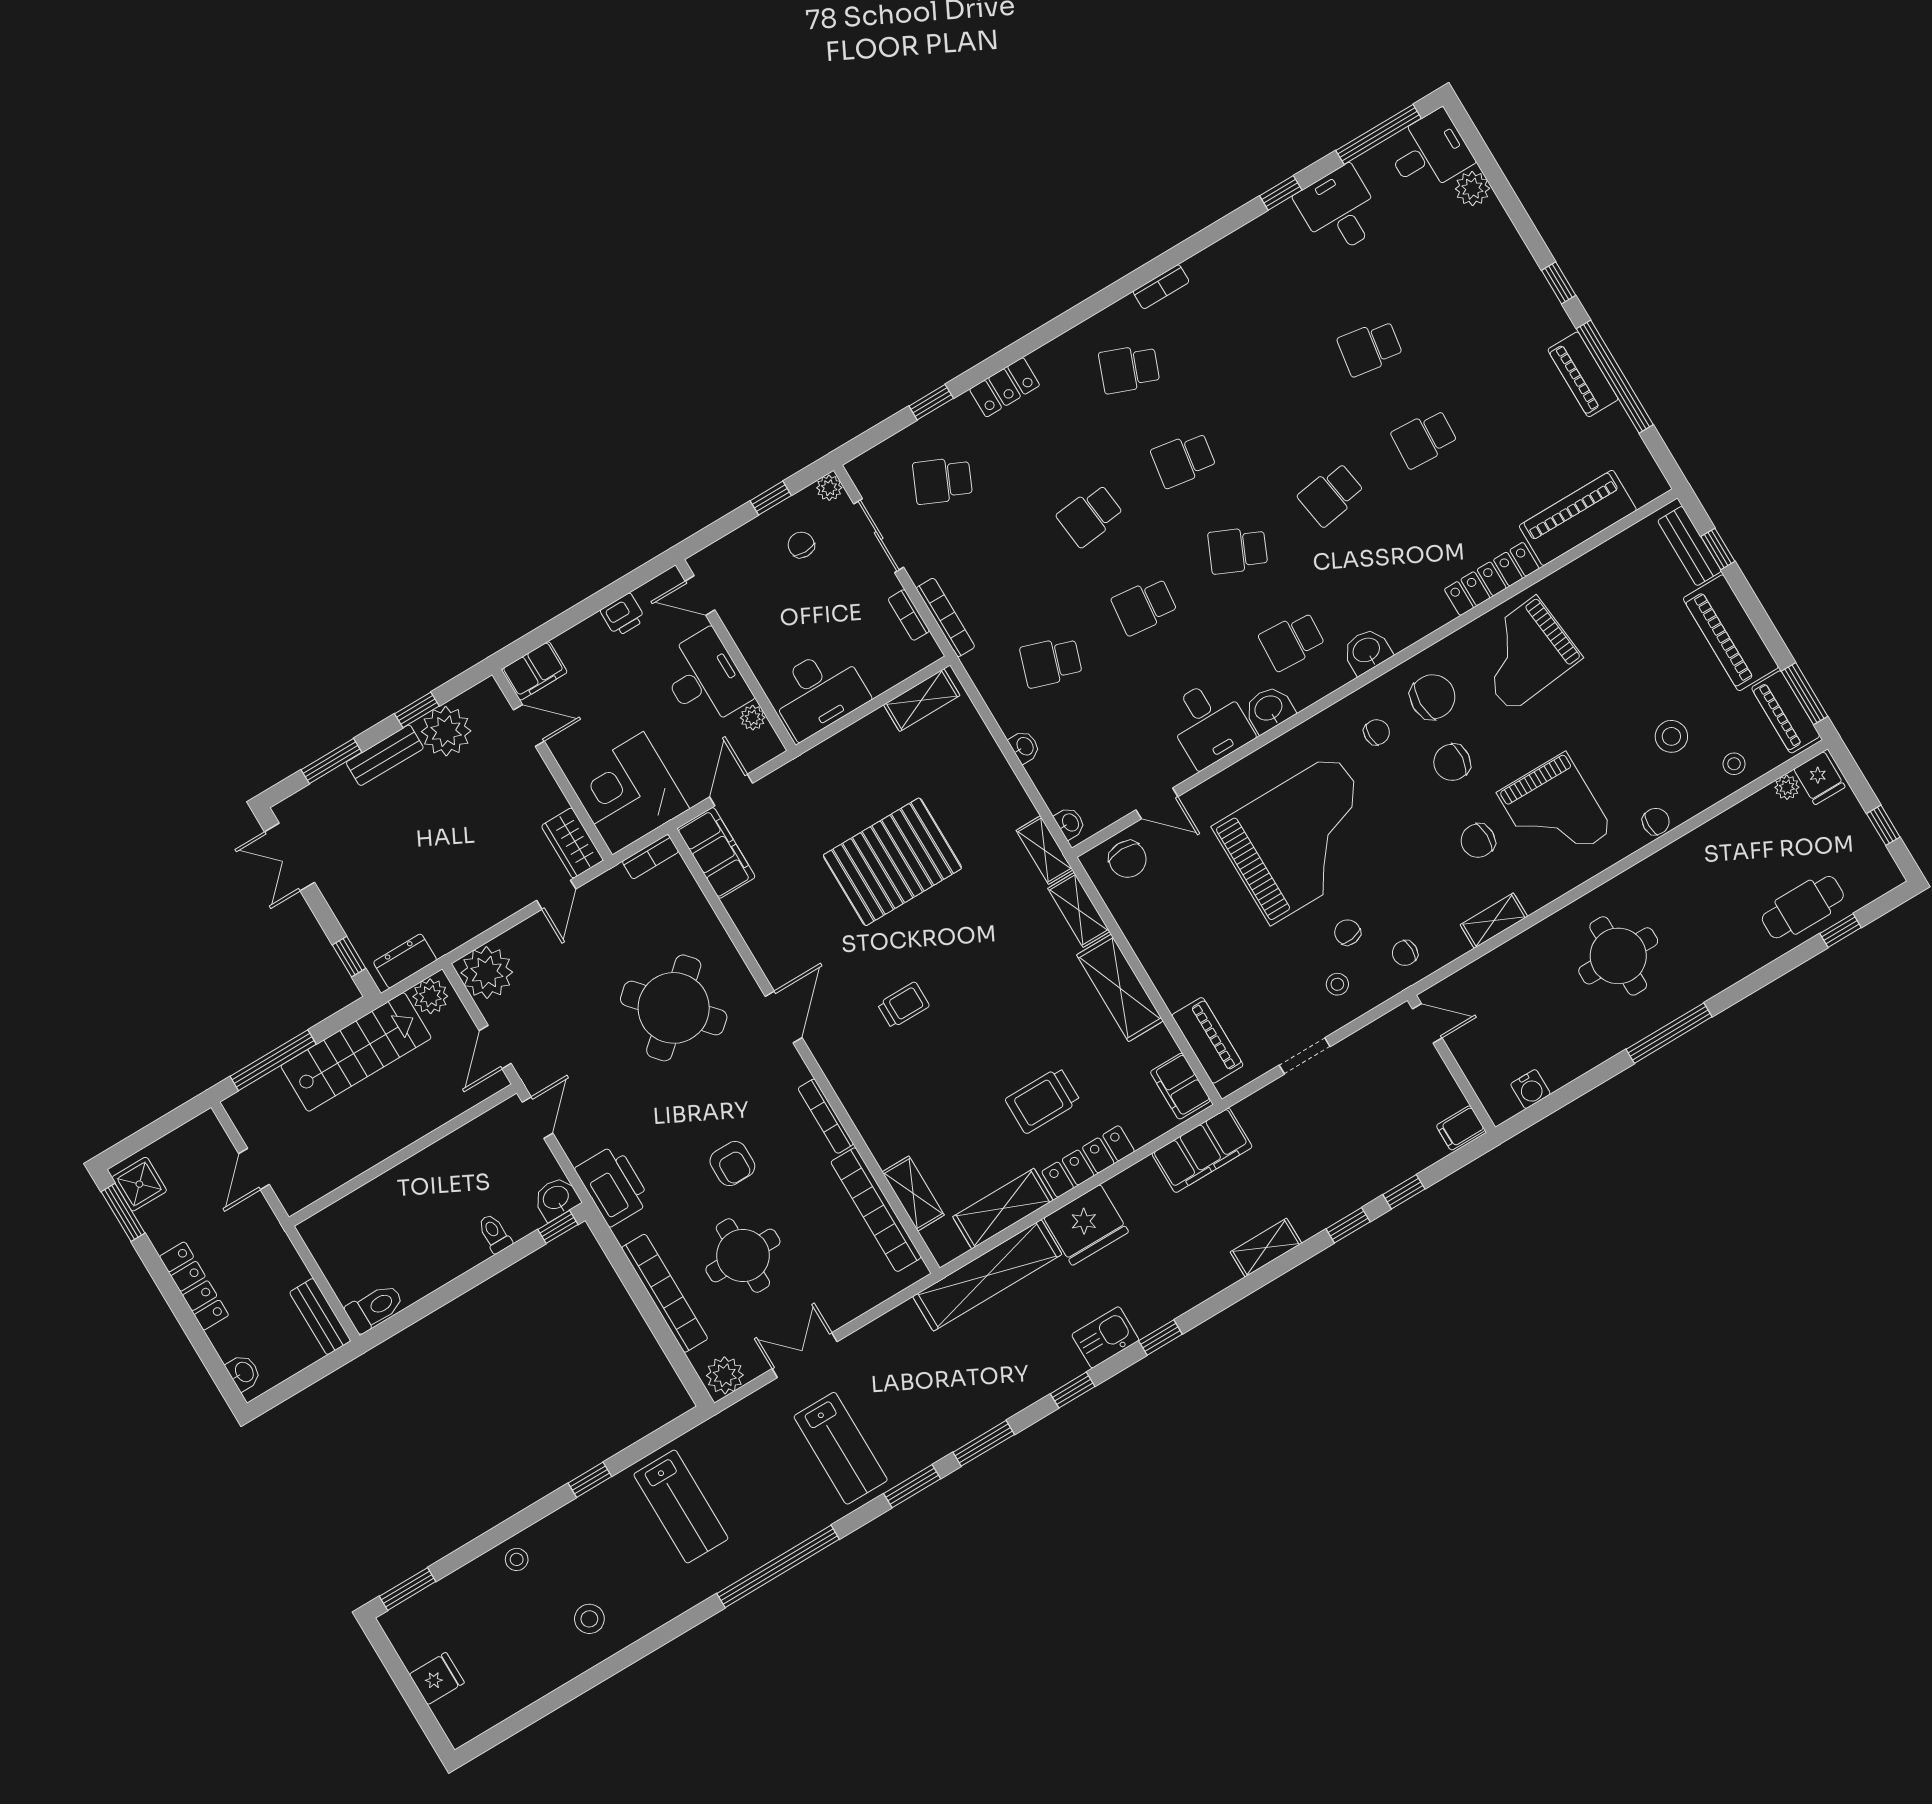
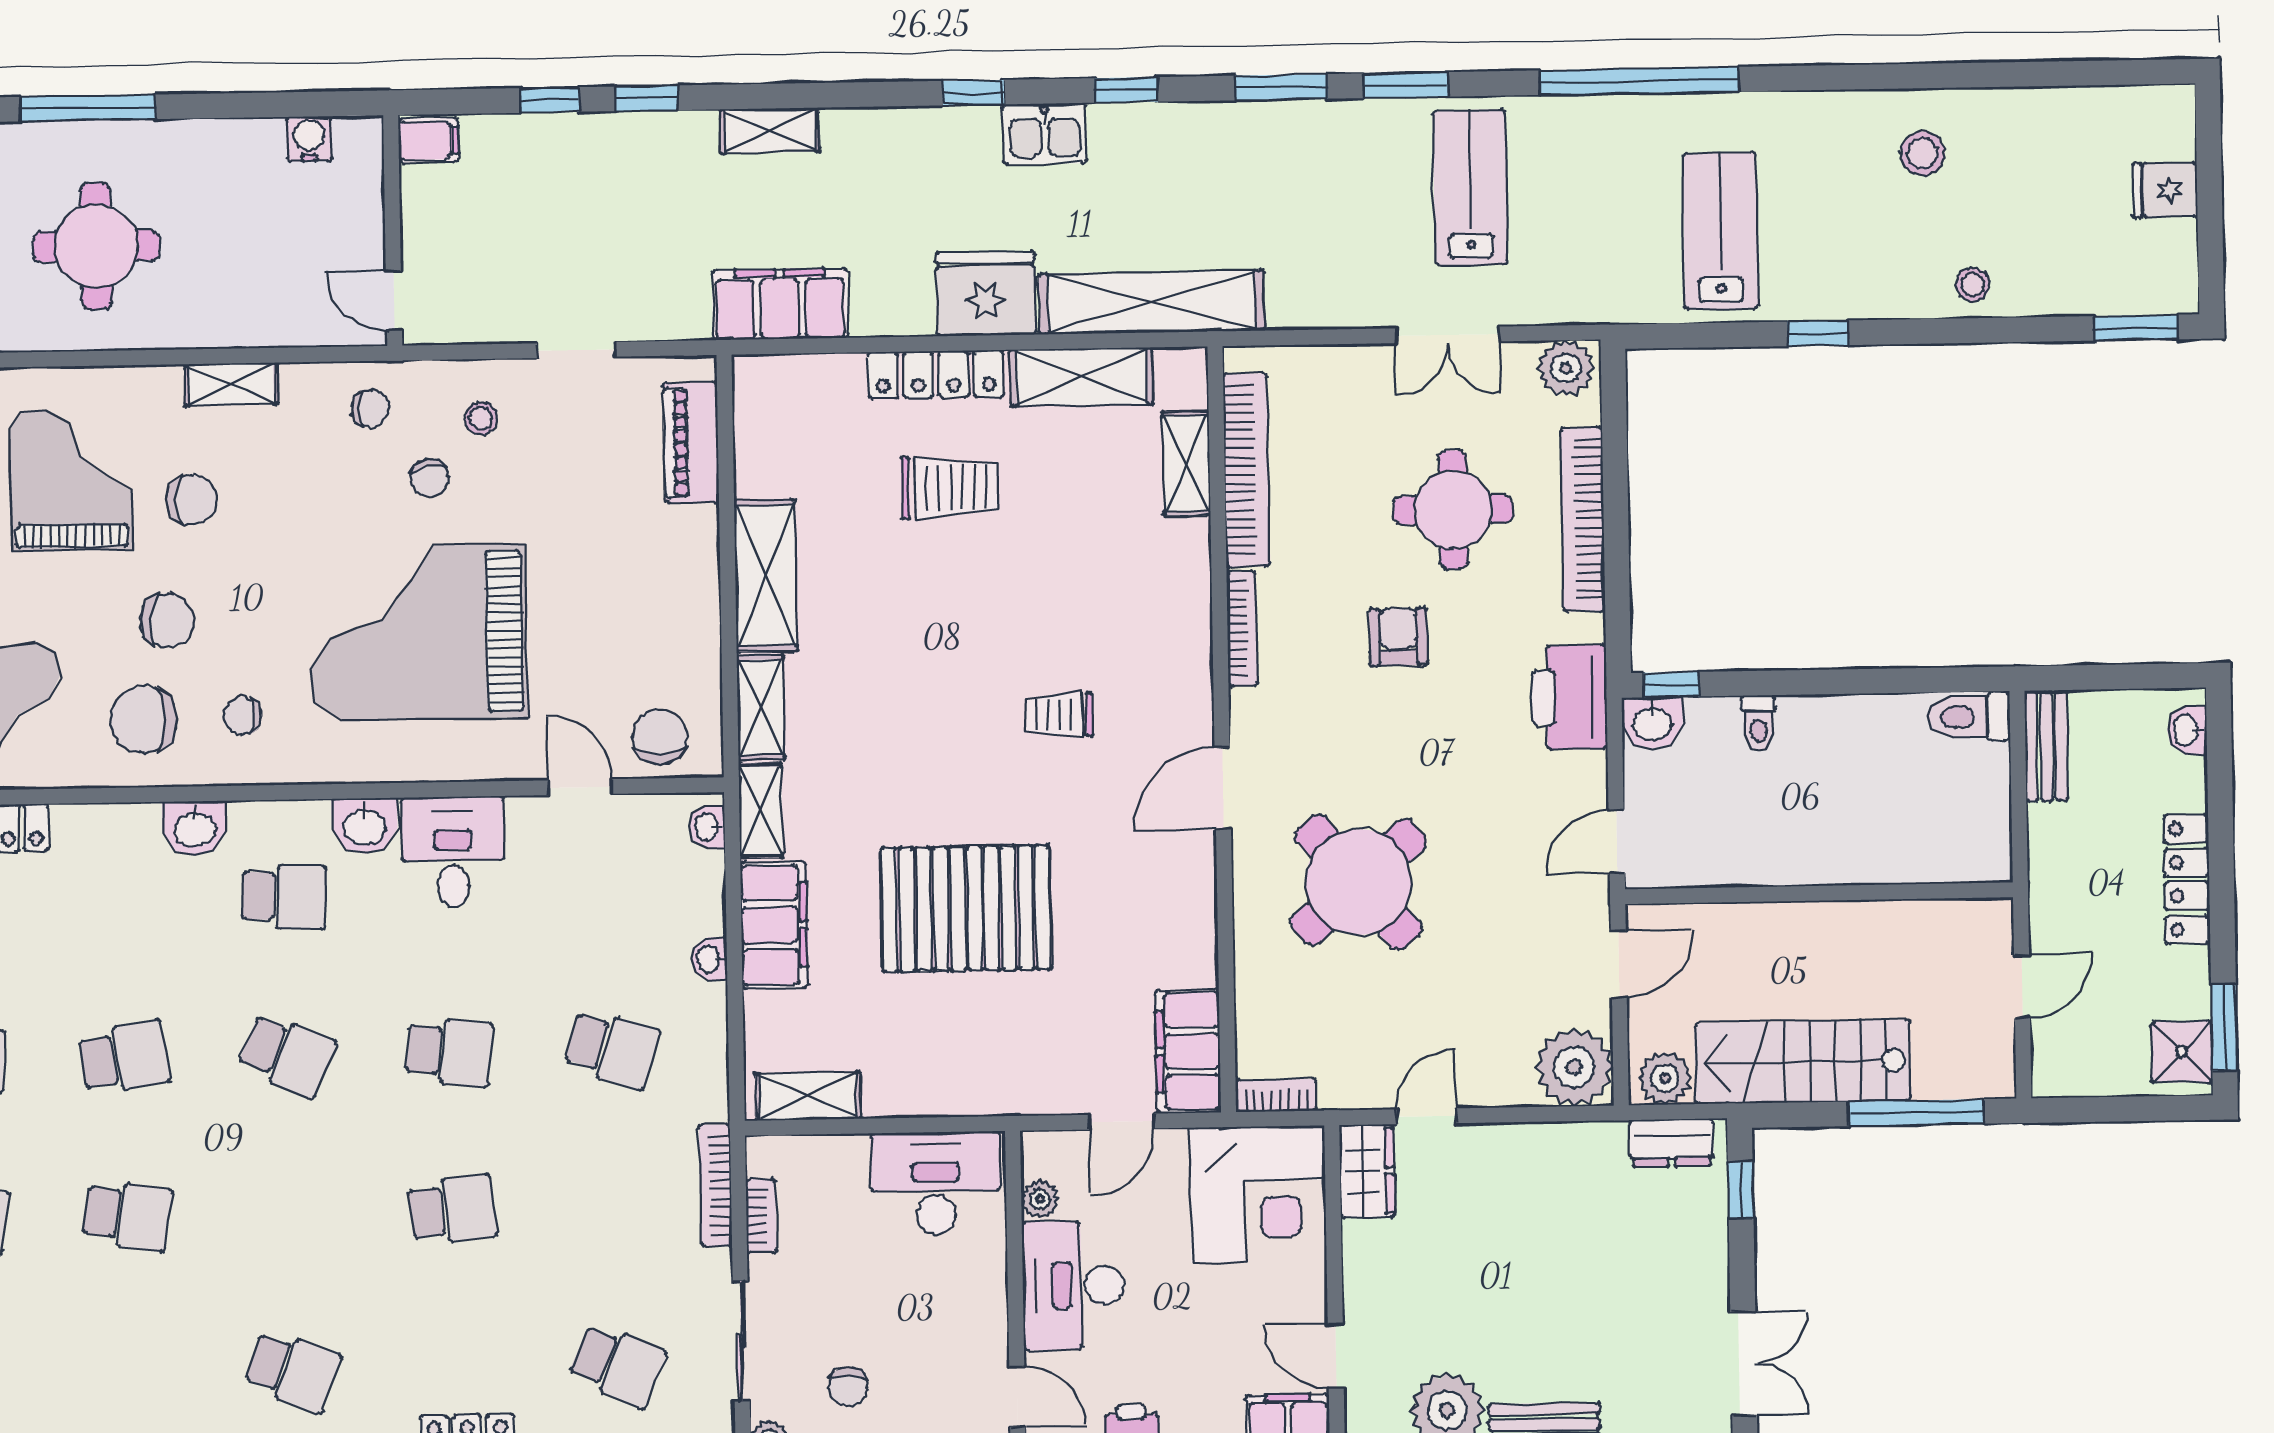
school desk: (1183, 460) -> (127, 1215), moved
filing cabinet: (1180, 1086) -> (774, 925), moved, width x1.50, depth x1.17

